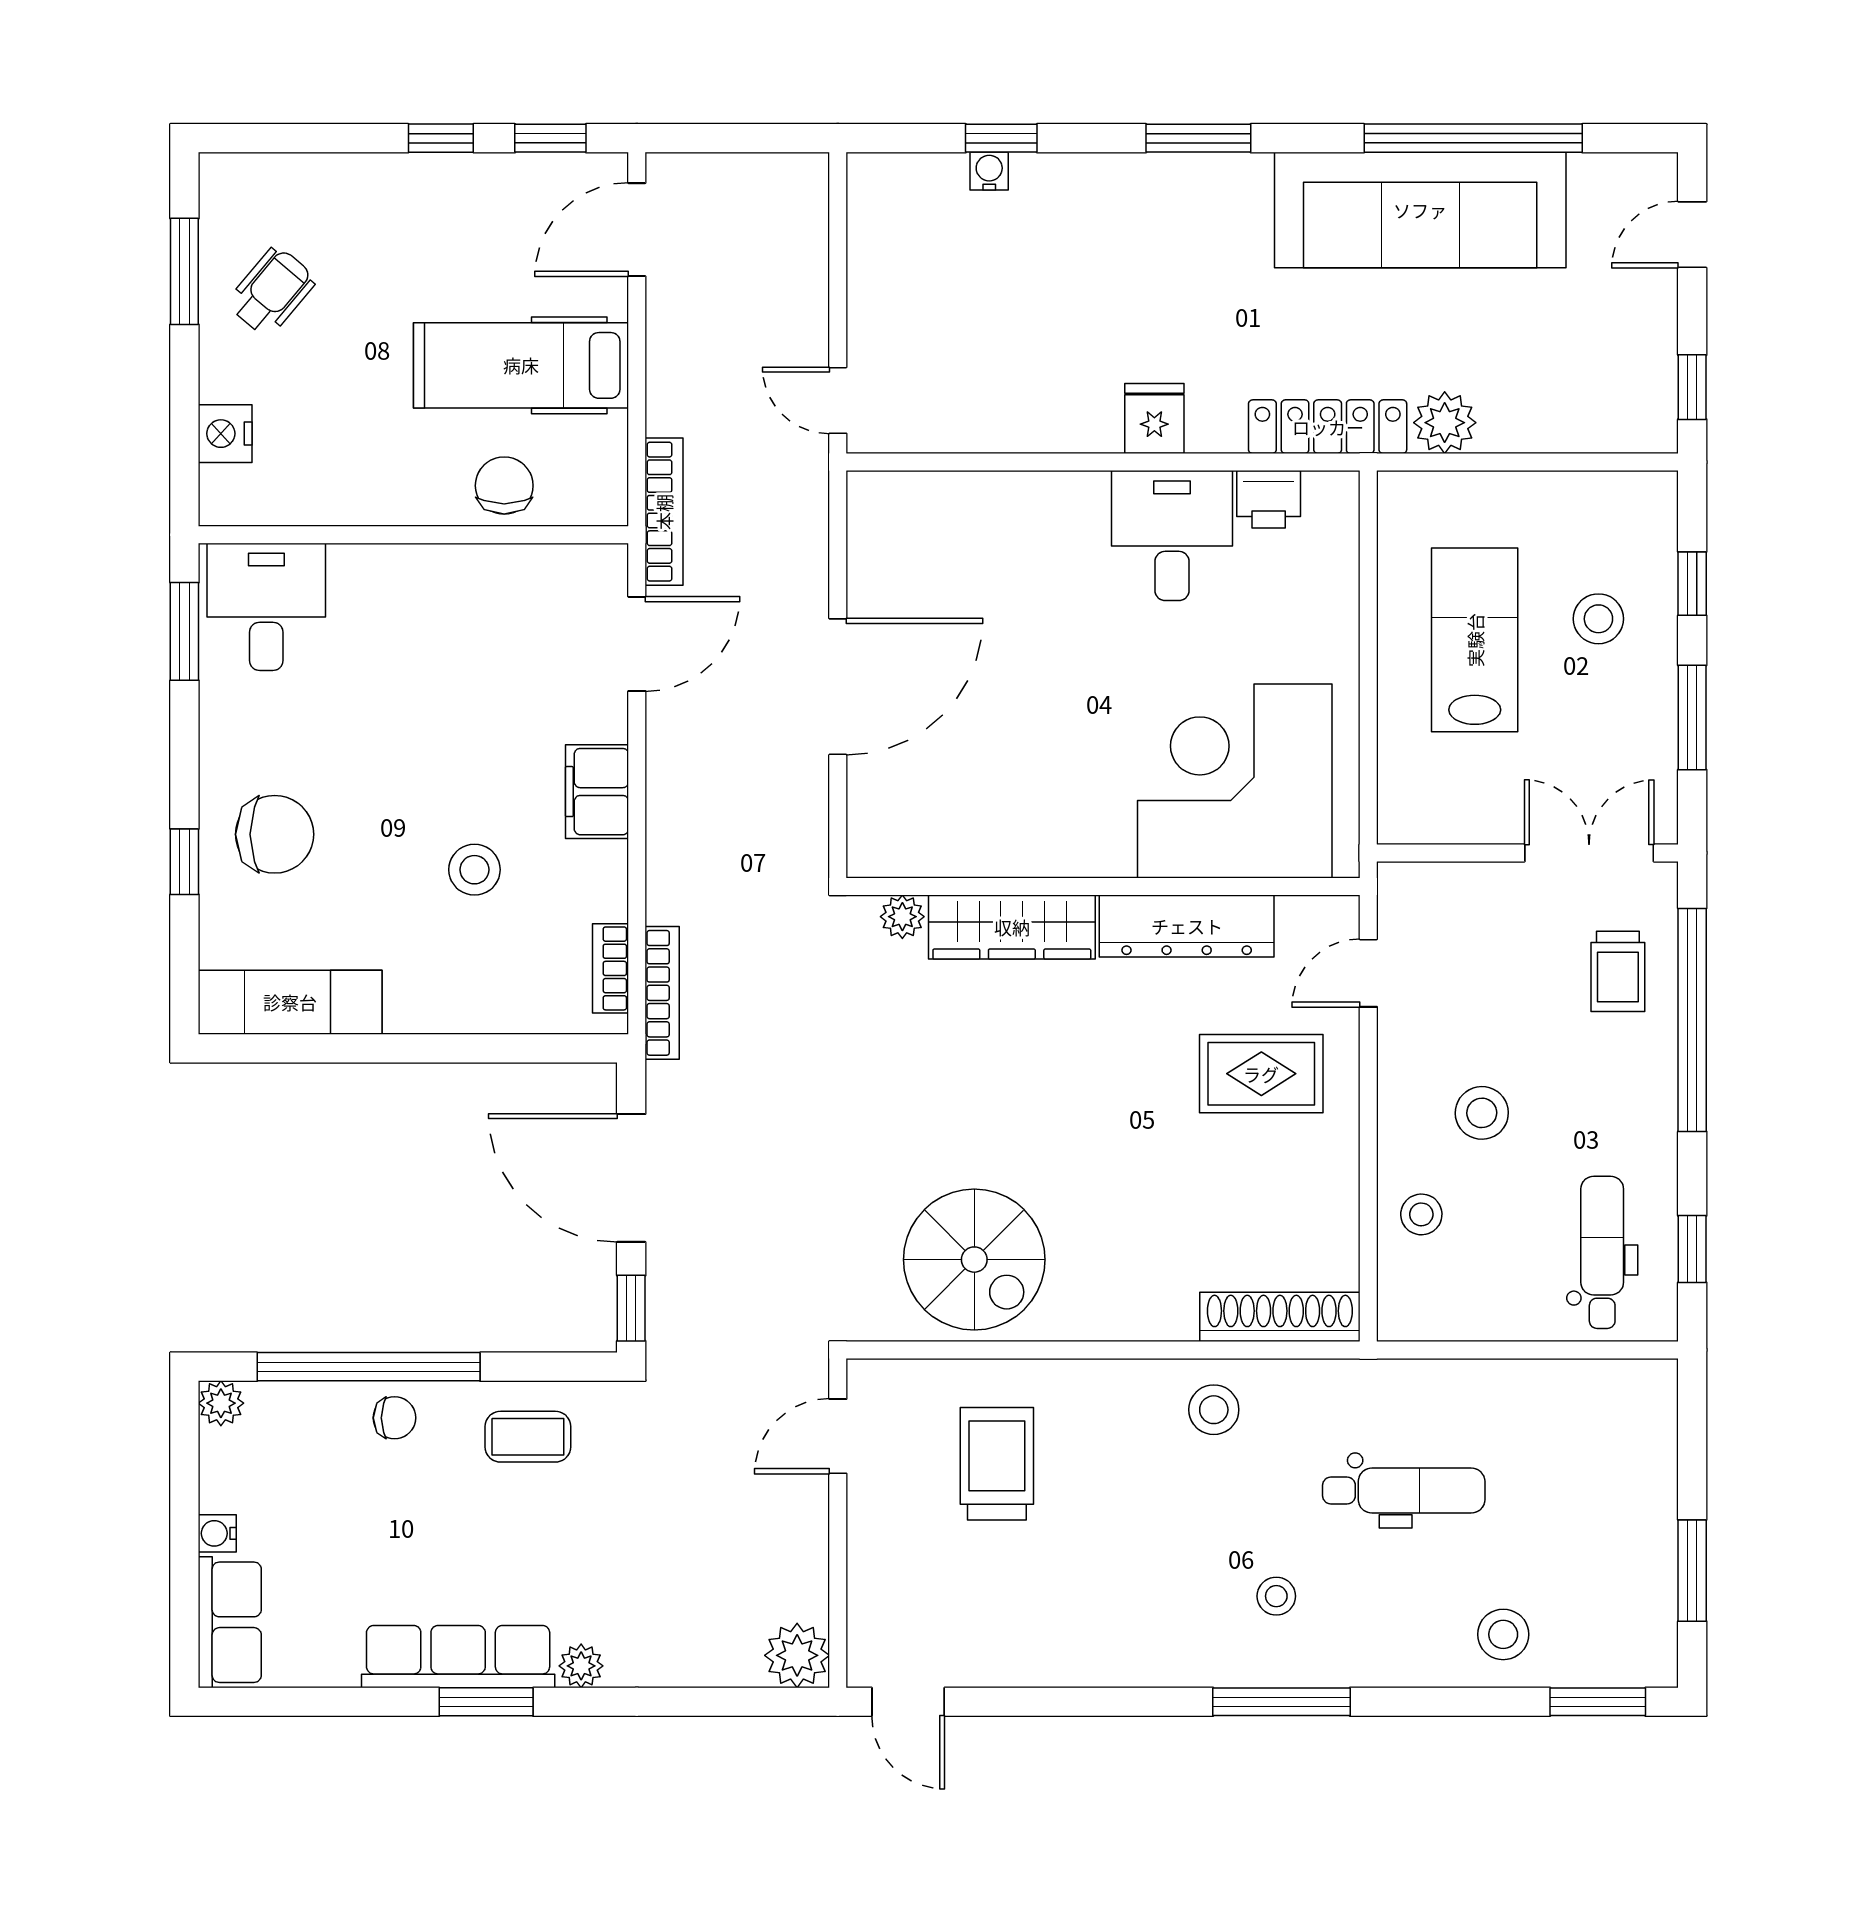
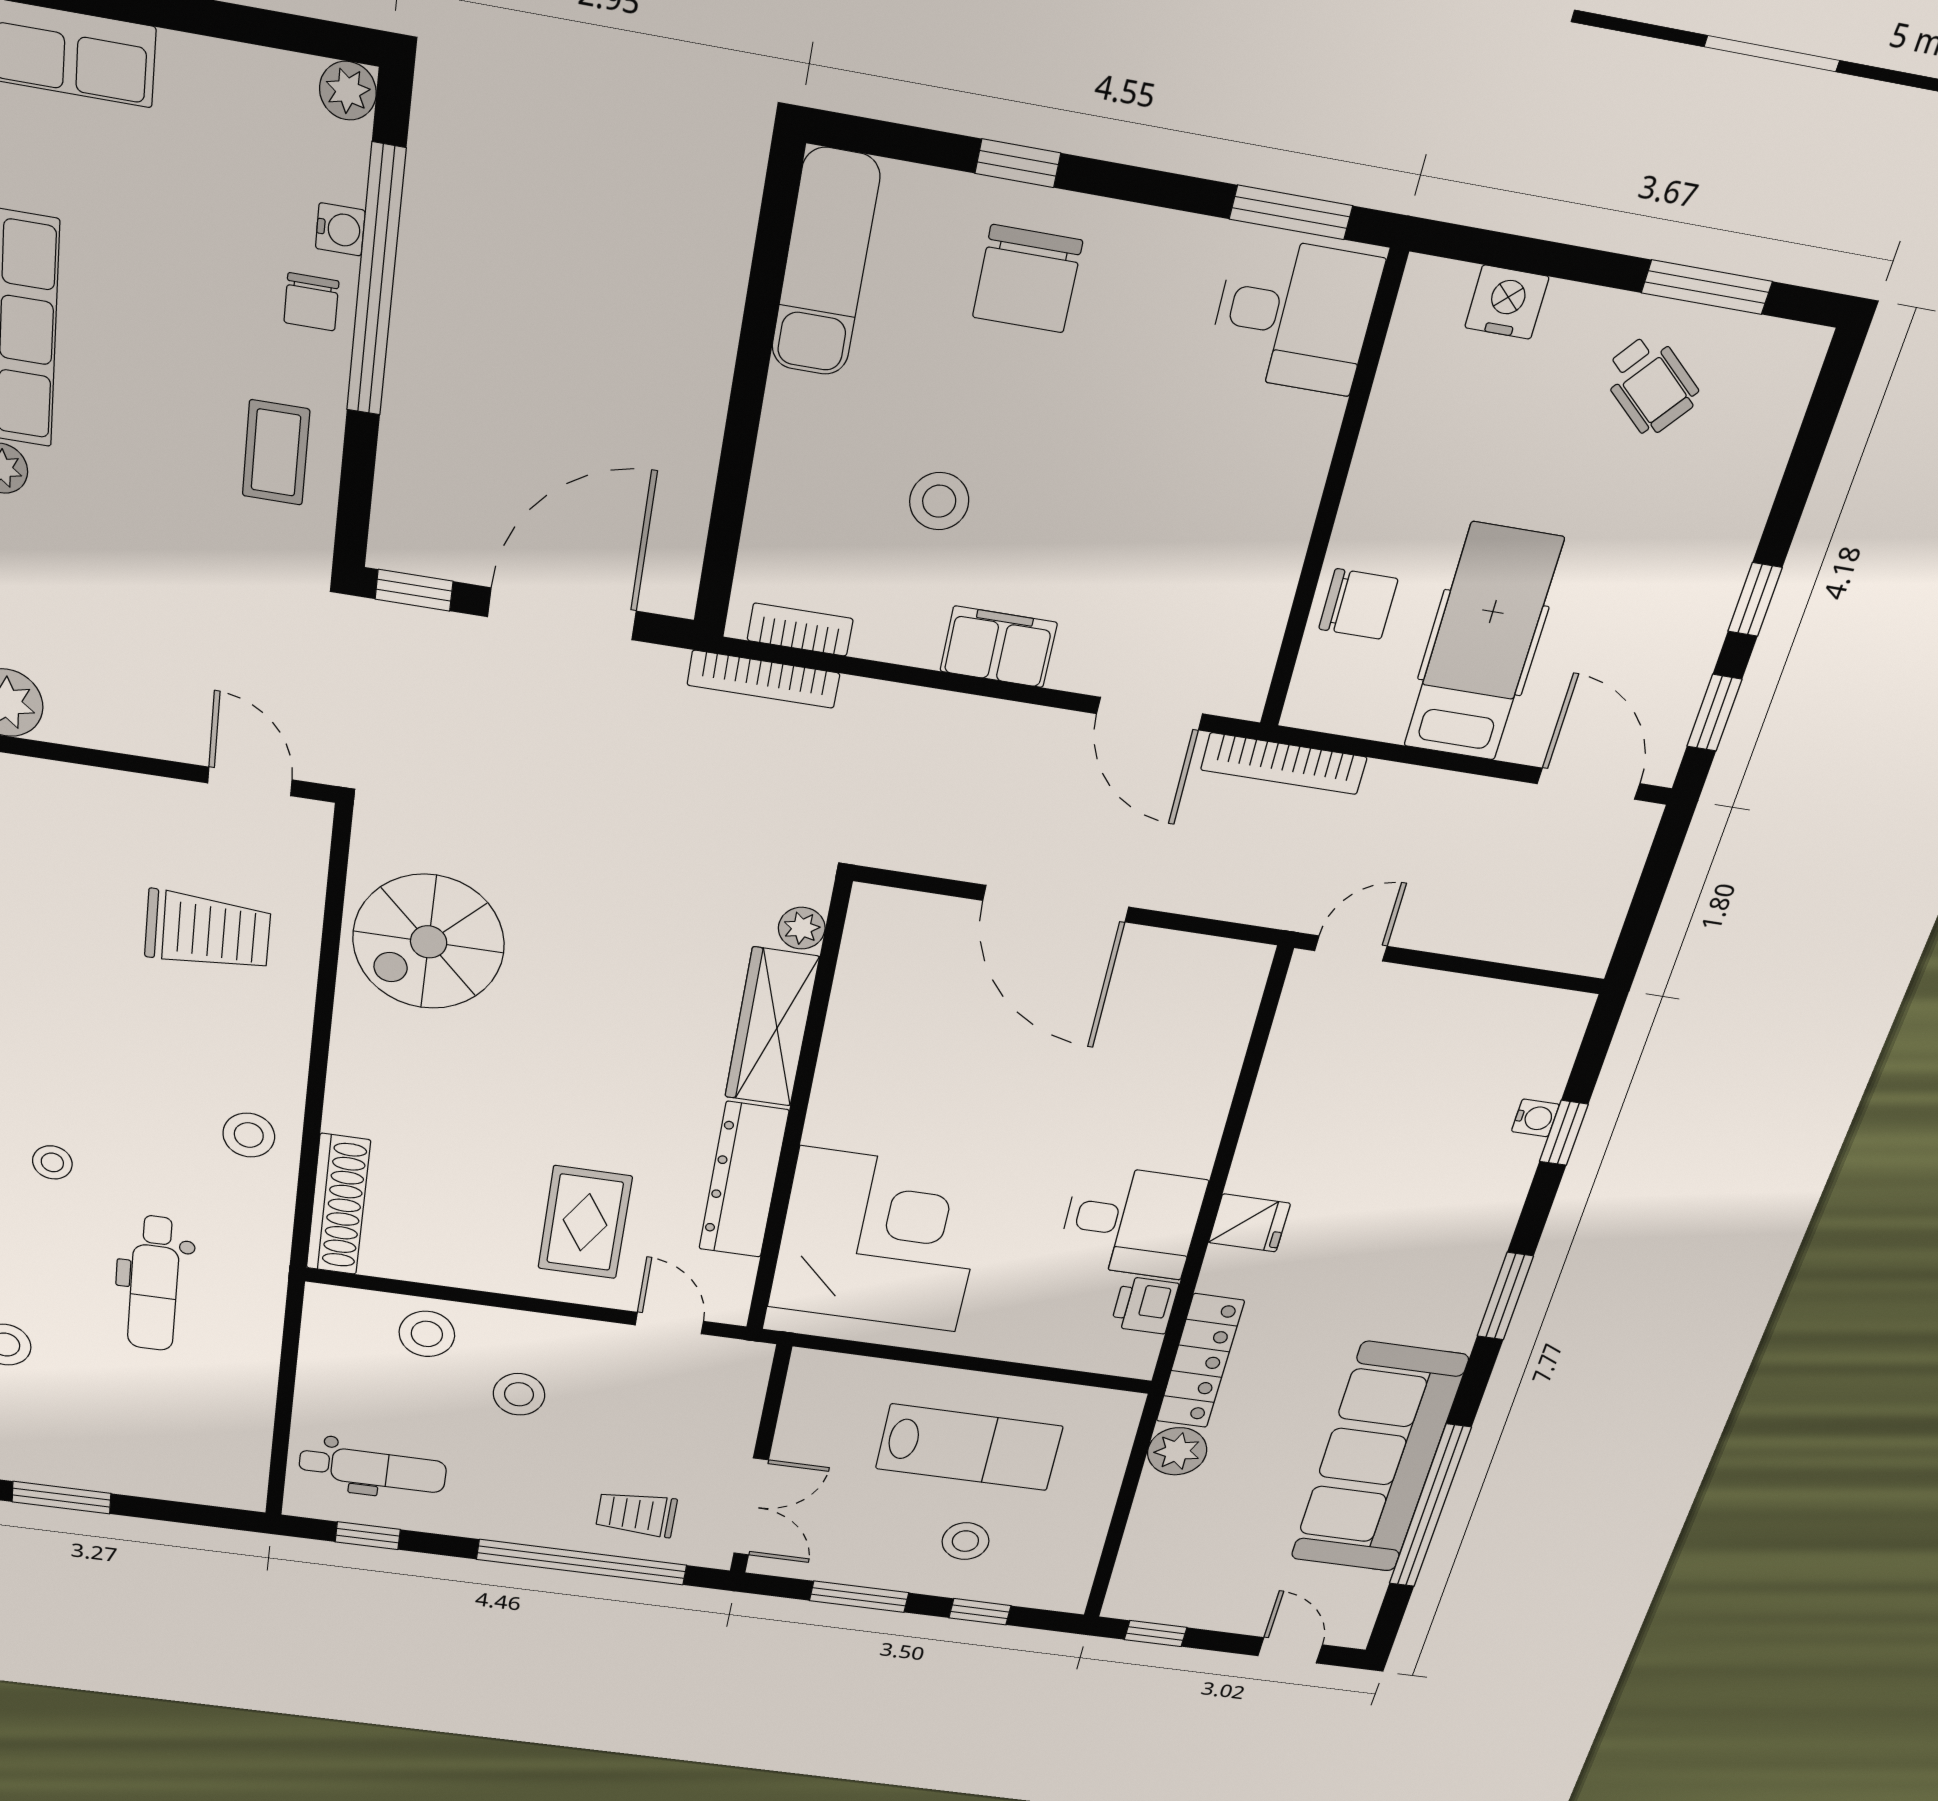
stool: (1421, 1214) -> (427, 1334), width x1.37, depth x1.37
water cooler: (217, 1533) -> (340, 229), moved, turned 90

